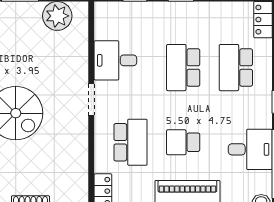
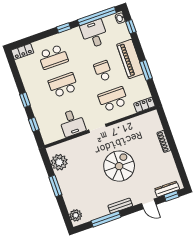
school desk: (183, 68) -> (63, 85), turned 180
school desk: (183, 142) -> (103, 71), turned 180

